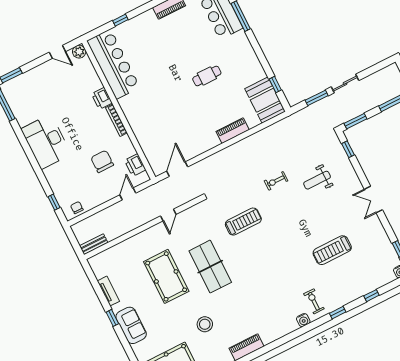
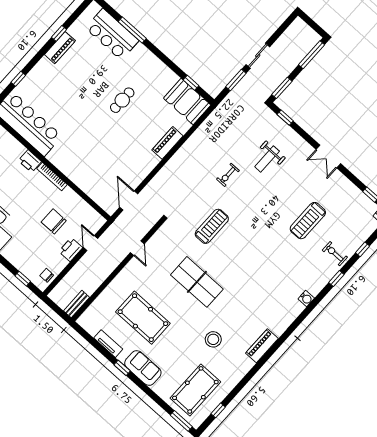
printer: (135, 165) -> (71, 250), moved, turned 90
pool table: (166, 276) -> (143, 318), moved
exercise bike: (314, 301) -> (335, 254), moved

